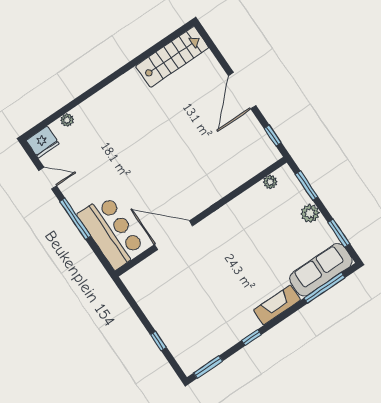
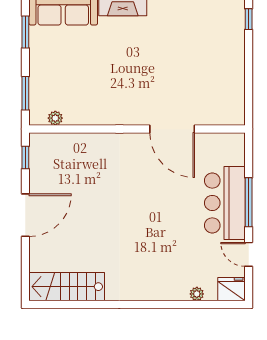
plant: (310, 213) -> (39, 67), removed
bar counter: (111, 232) -> (225, 203), moved
window: (158, 341) -> (249, 19), moved

